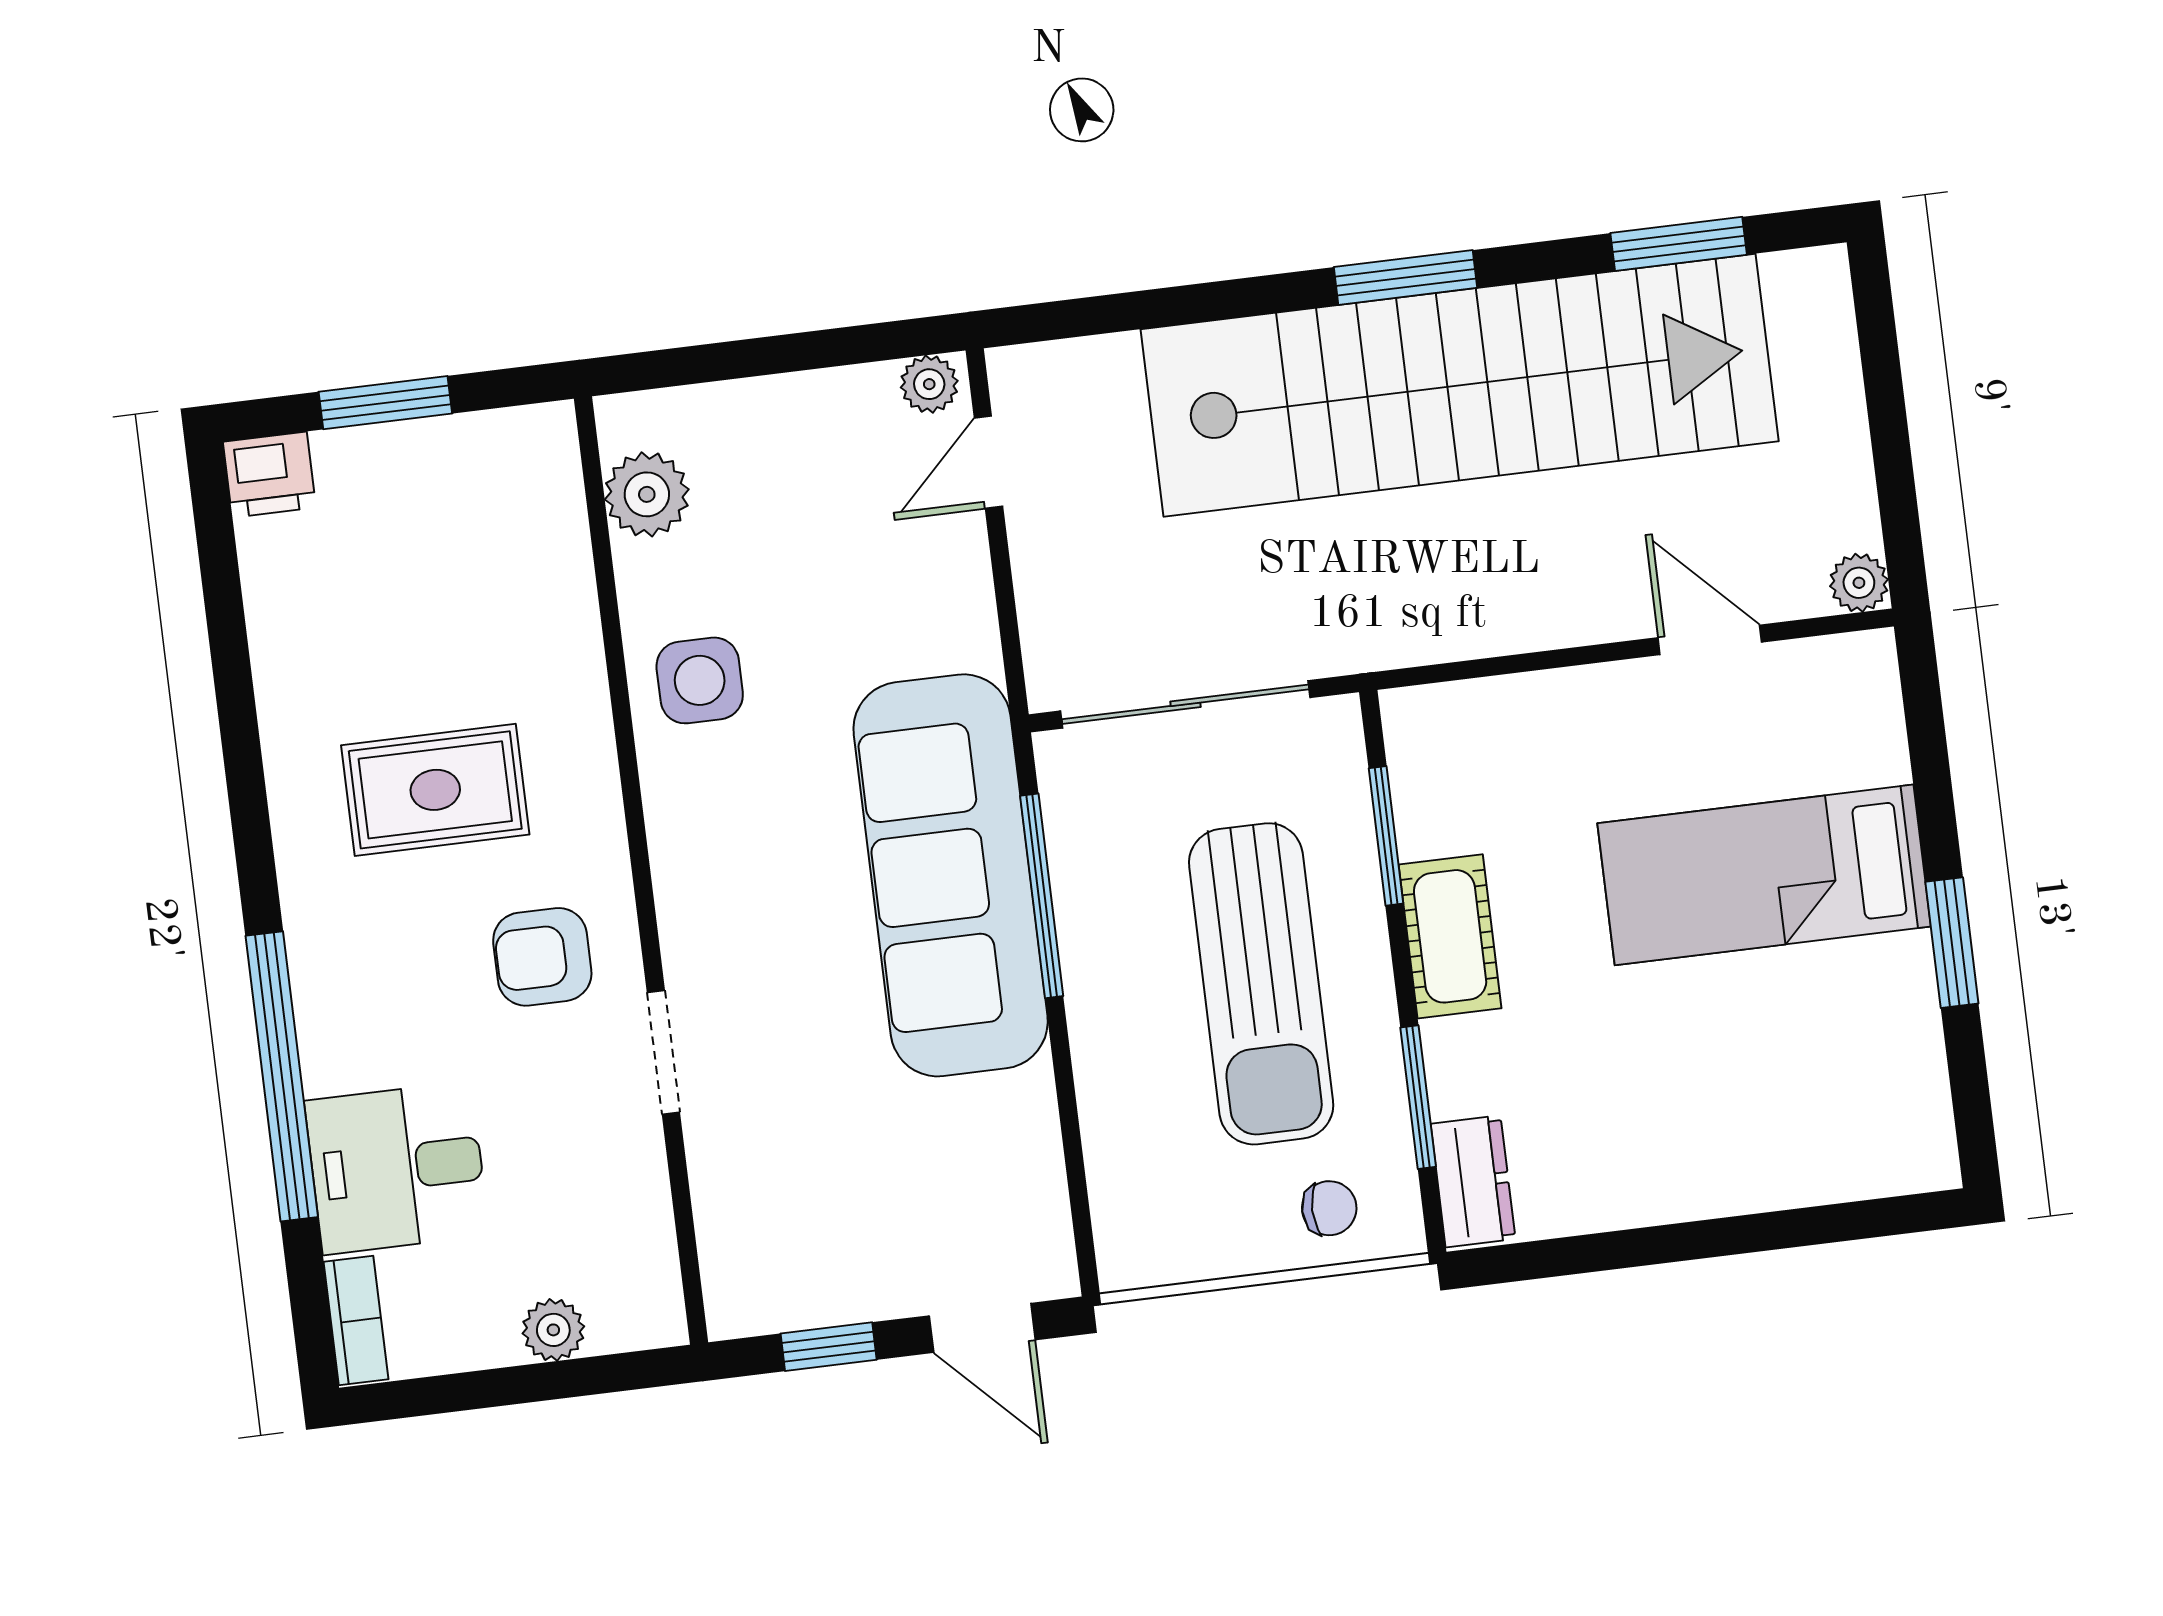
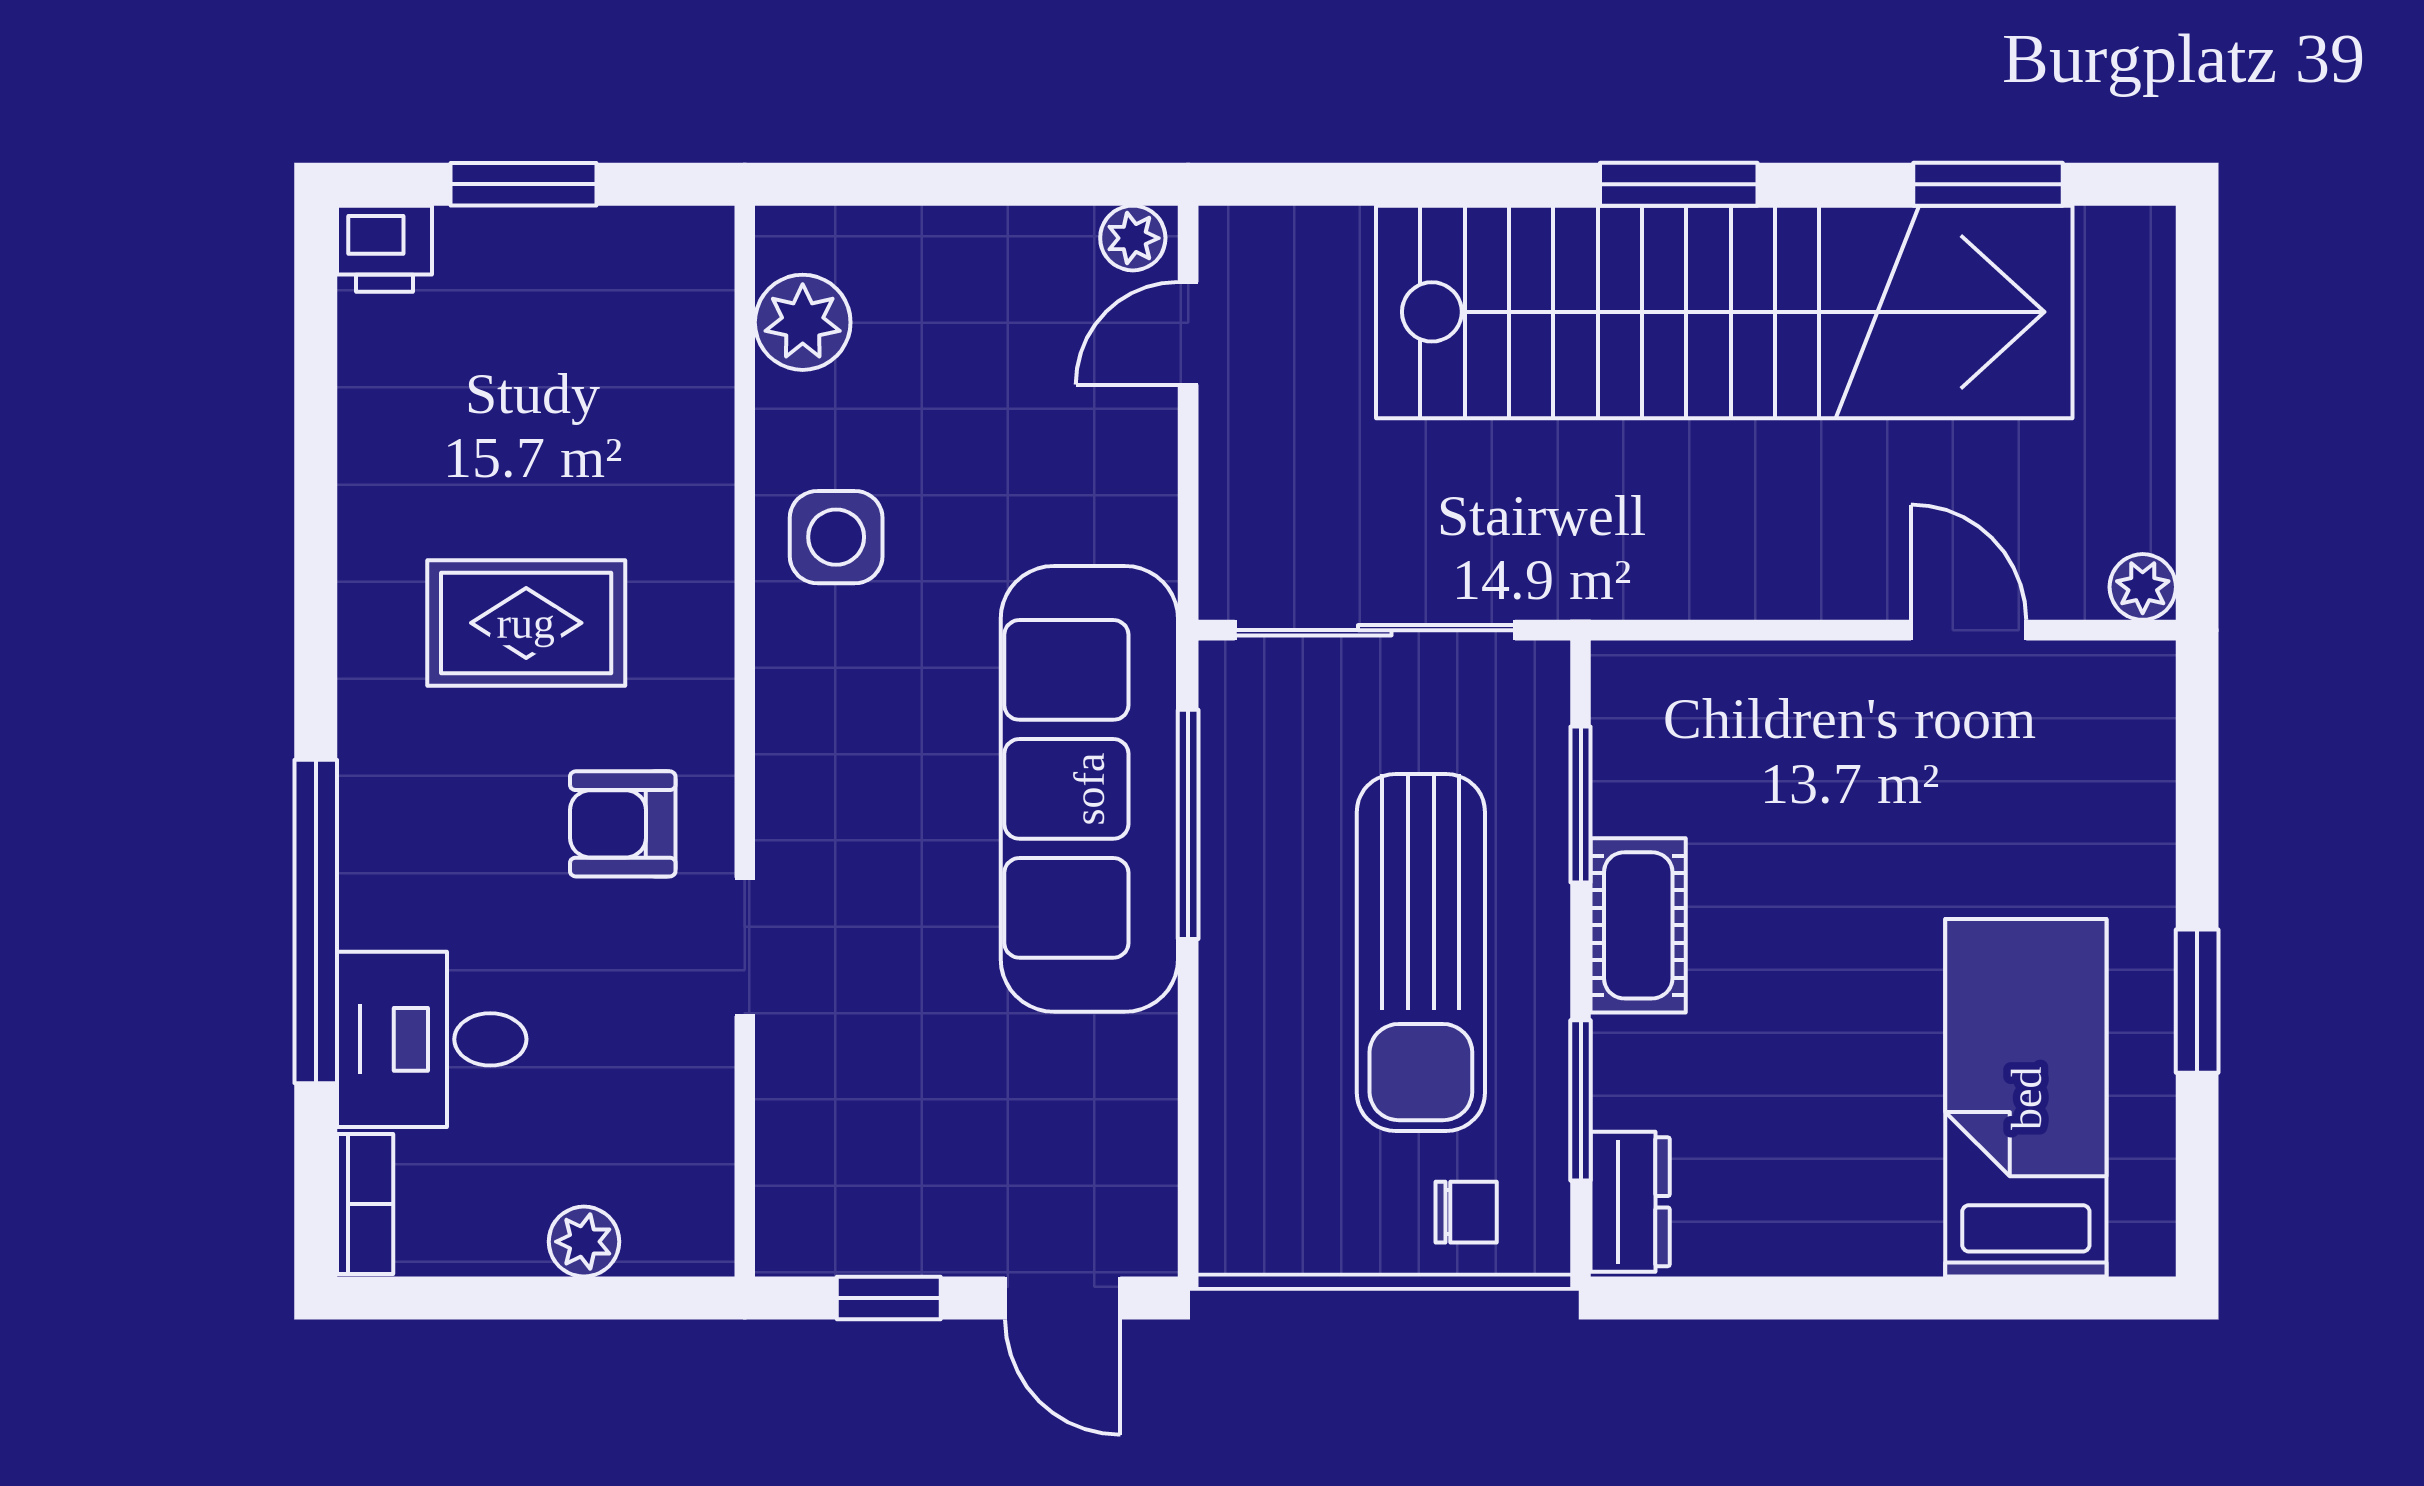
bed: (1764, 875) -> (2026, 1098), moved, turned 90

